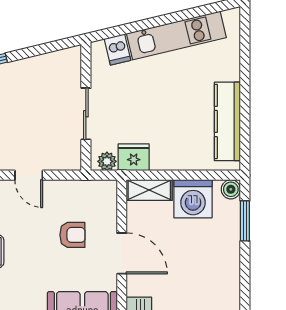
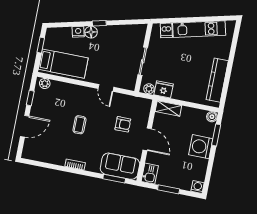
washing machine: (193, 199) -> (201, 147), moved, turned 90

